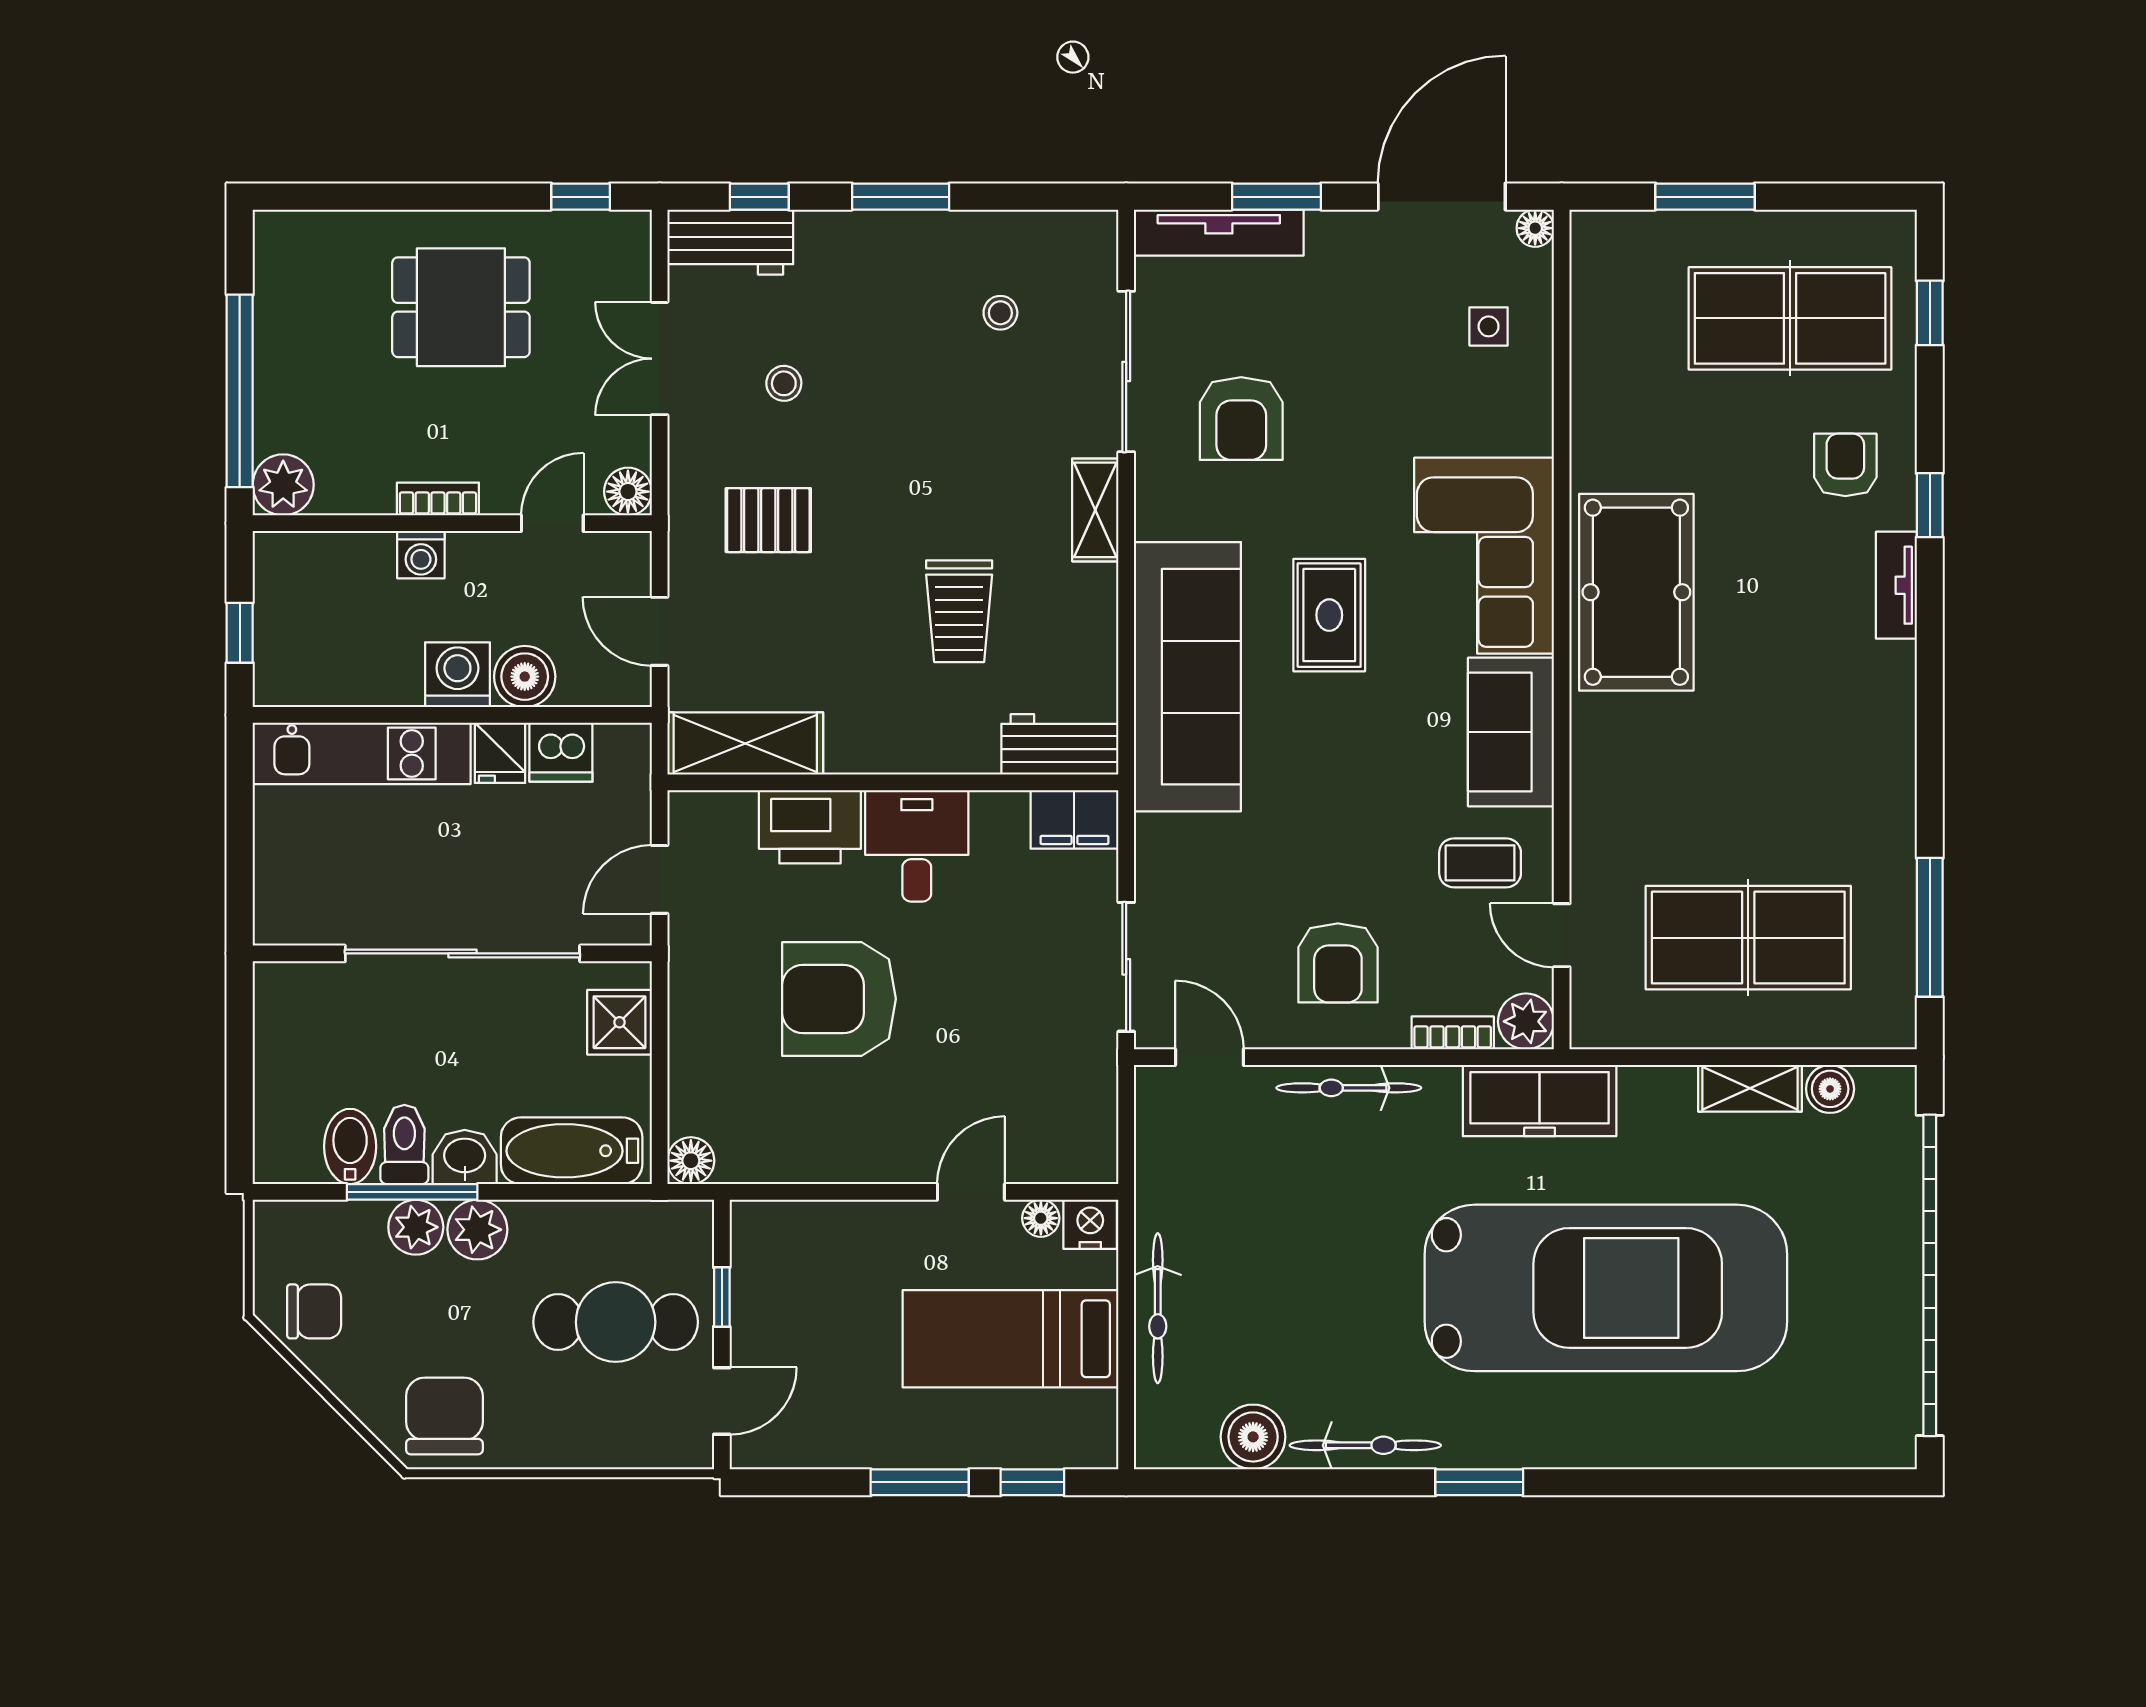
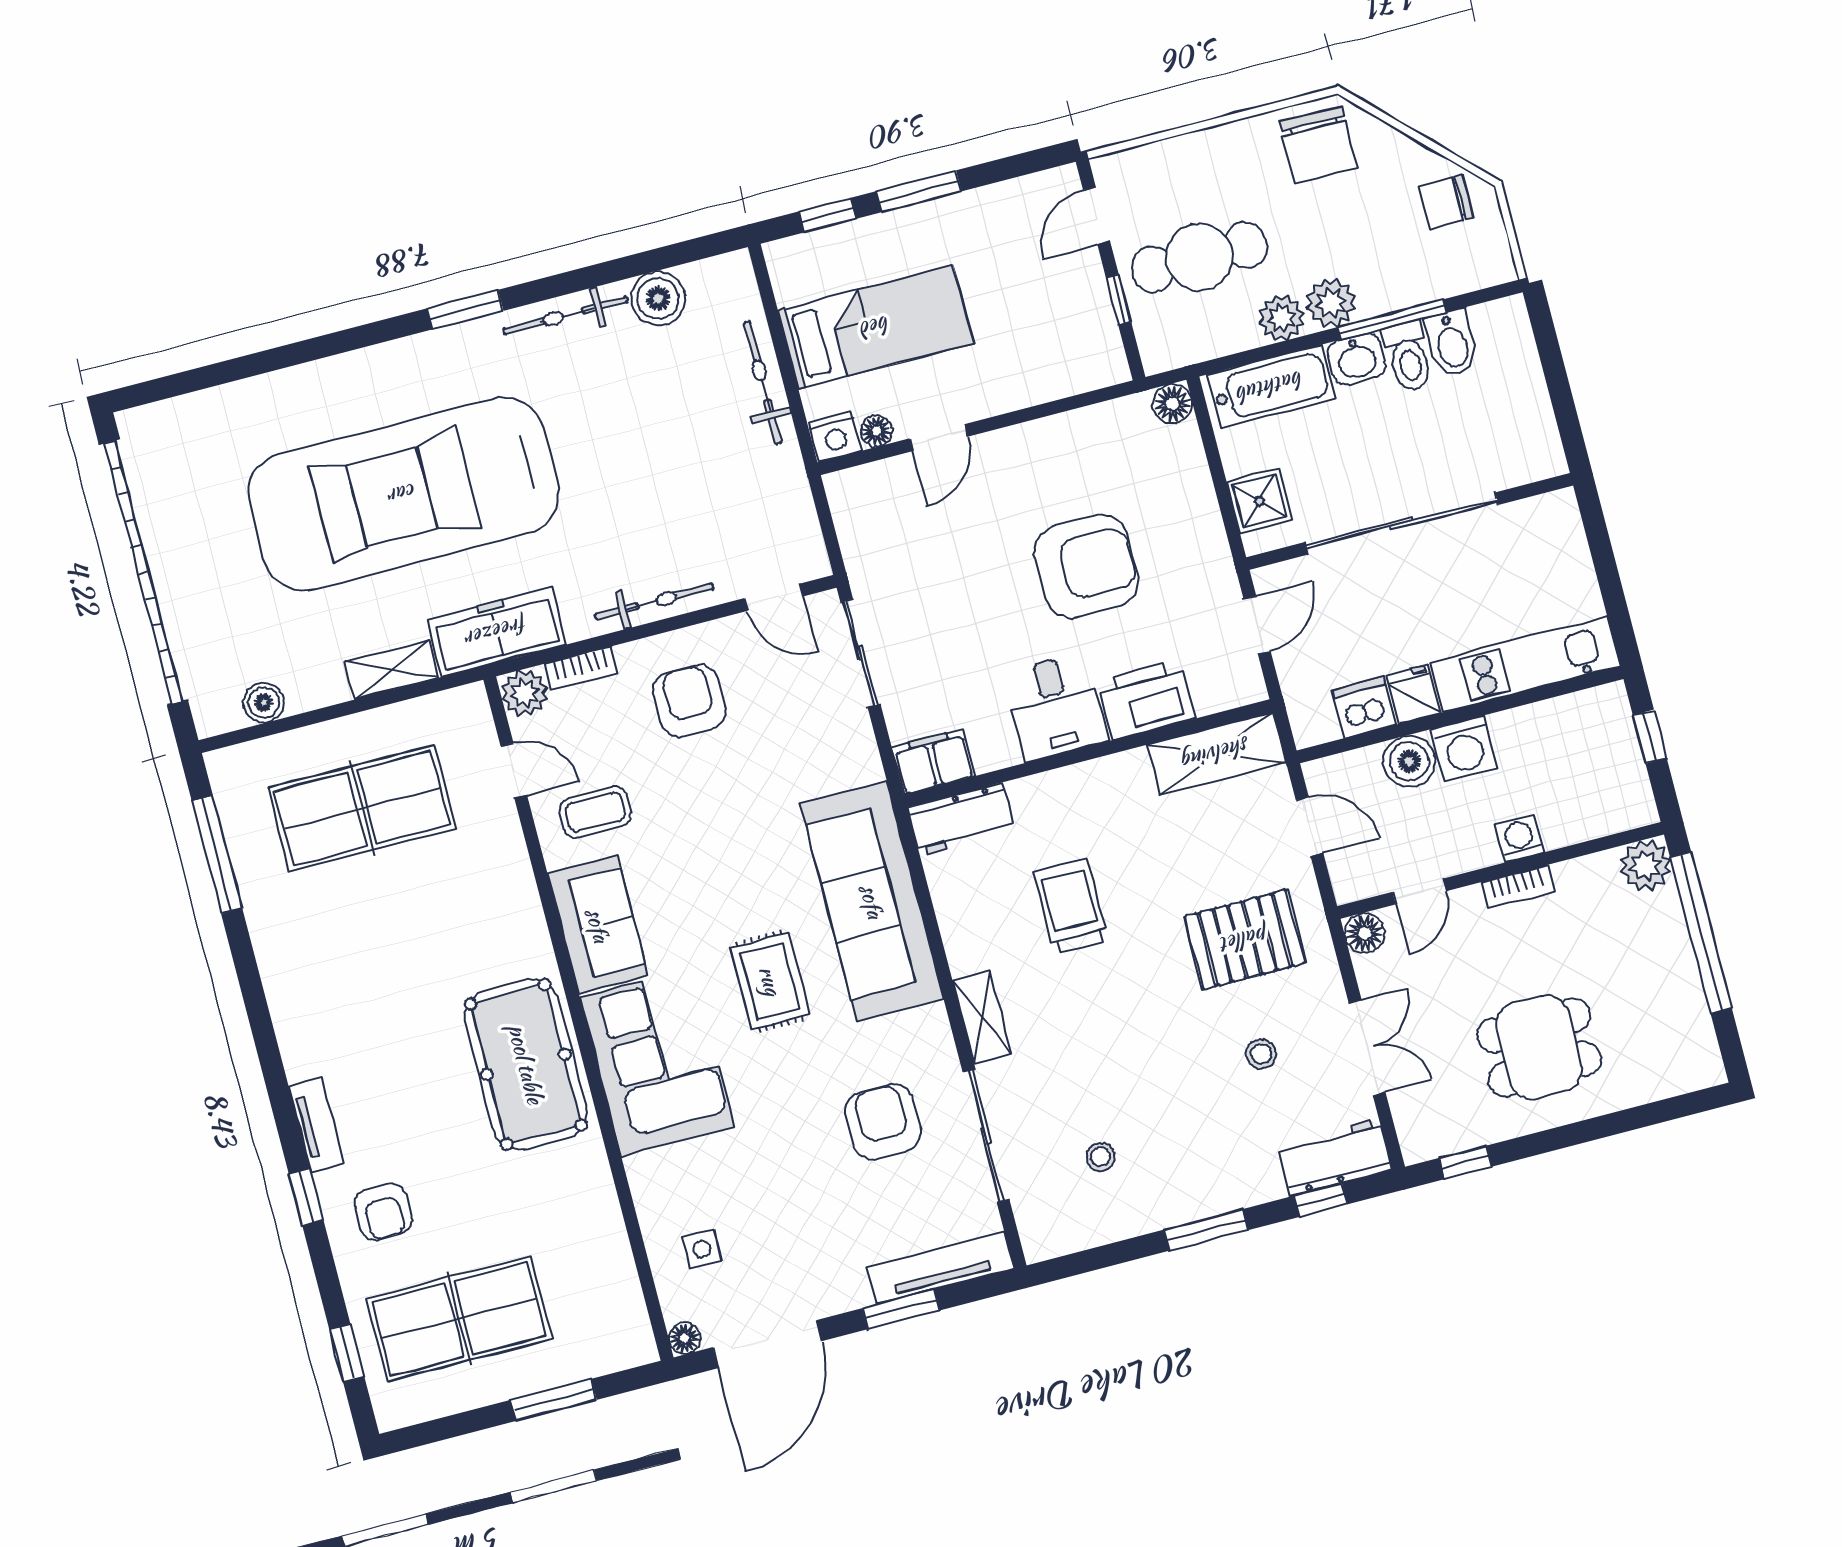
pallet: (768, 520) -> (1245, 940), width x1.50, depth x1.42
shelving: (1750, 1088) -> (392, 670), moved
plant: (416, 1227) -> (1282, 318), moved

